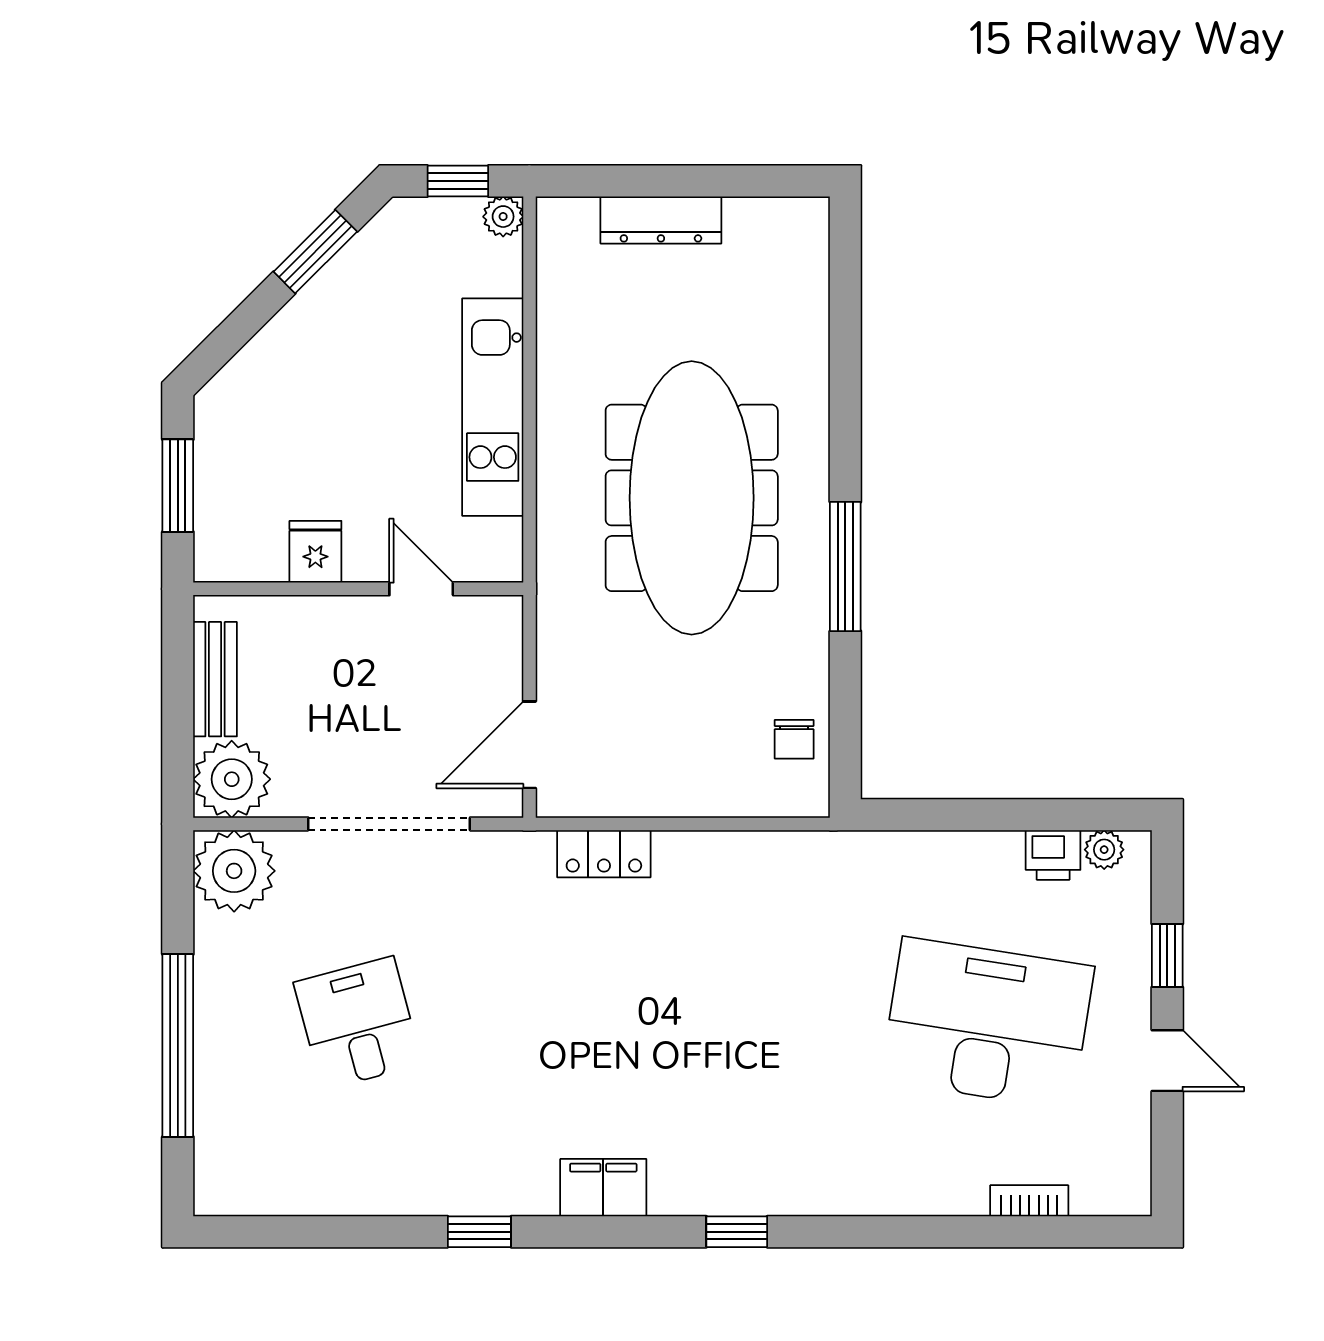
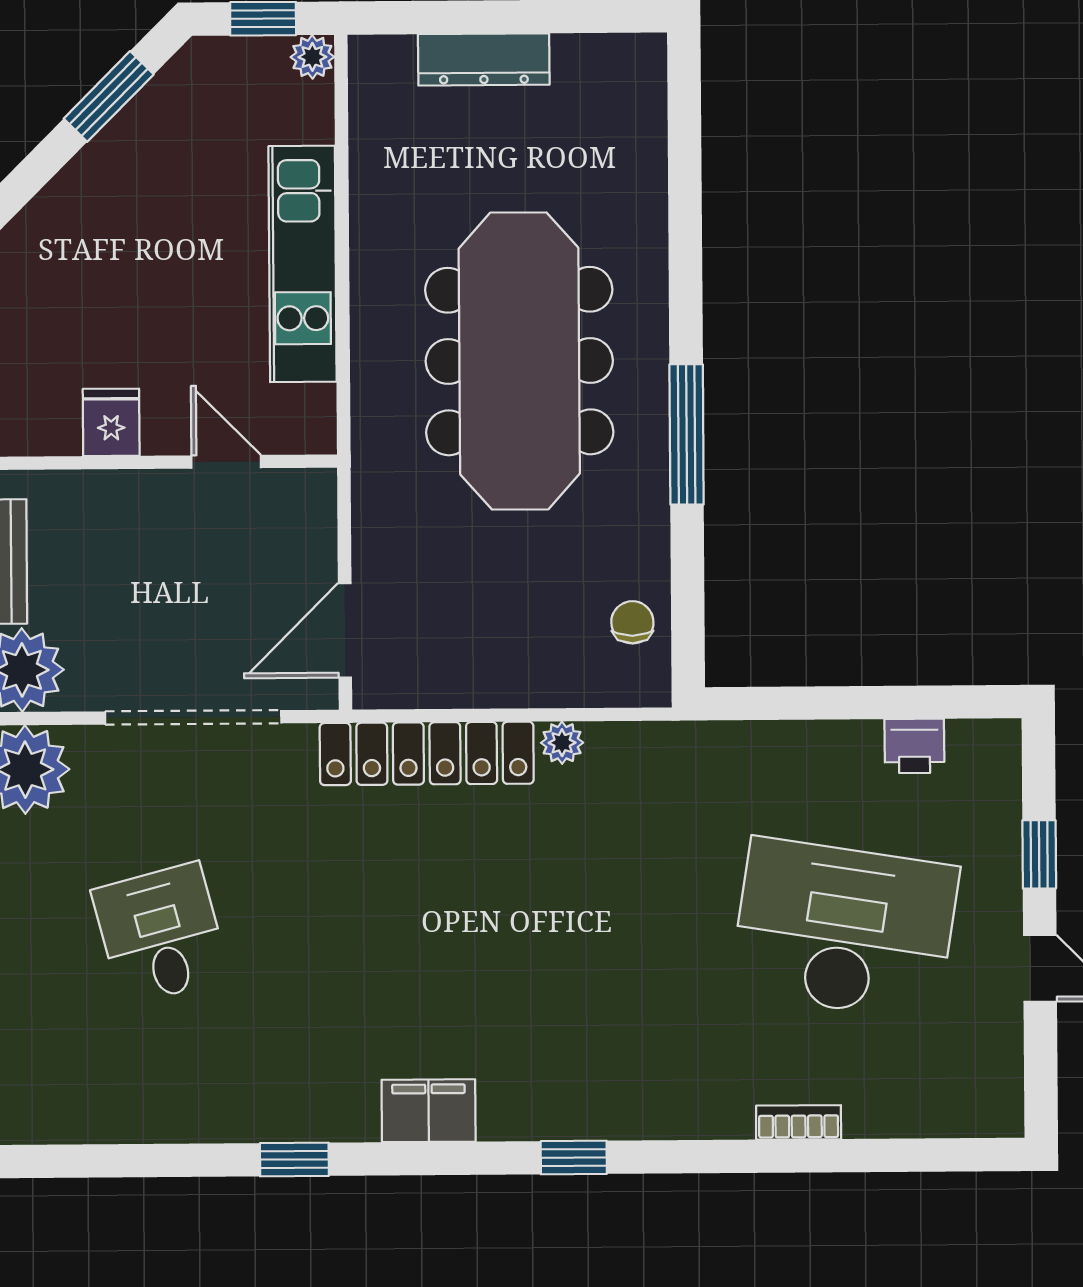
chair: (794, 739) -> (632, 622), turned 180
plant: (1104, 850) -> (562, 743), moved
locker: (604, 854) -> (427, 753), width x2.16, depth x1.21
bookcase: (1029, 1201) -> (799, 1122), moved

